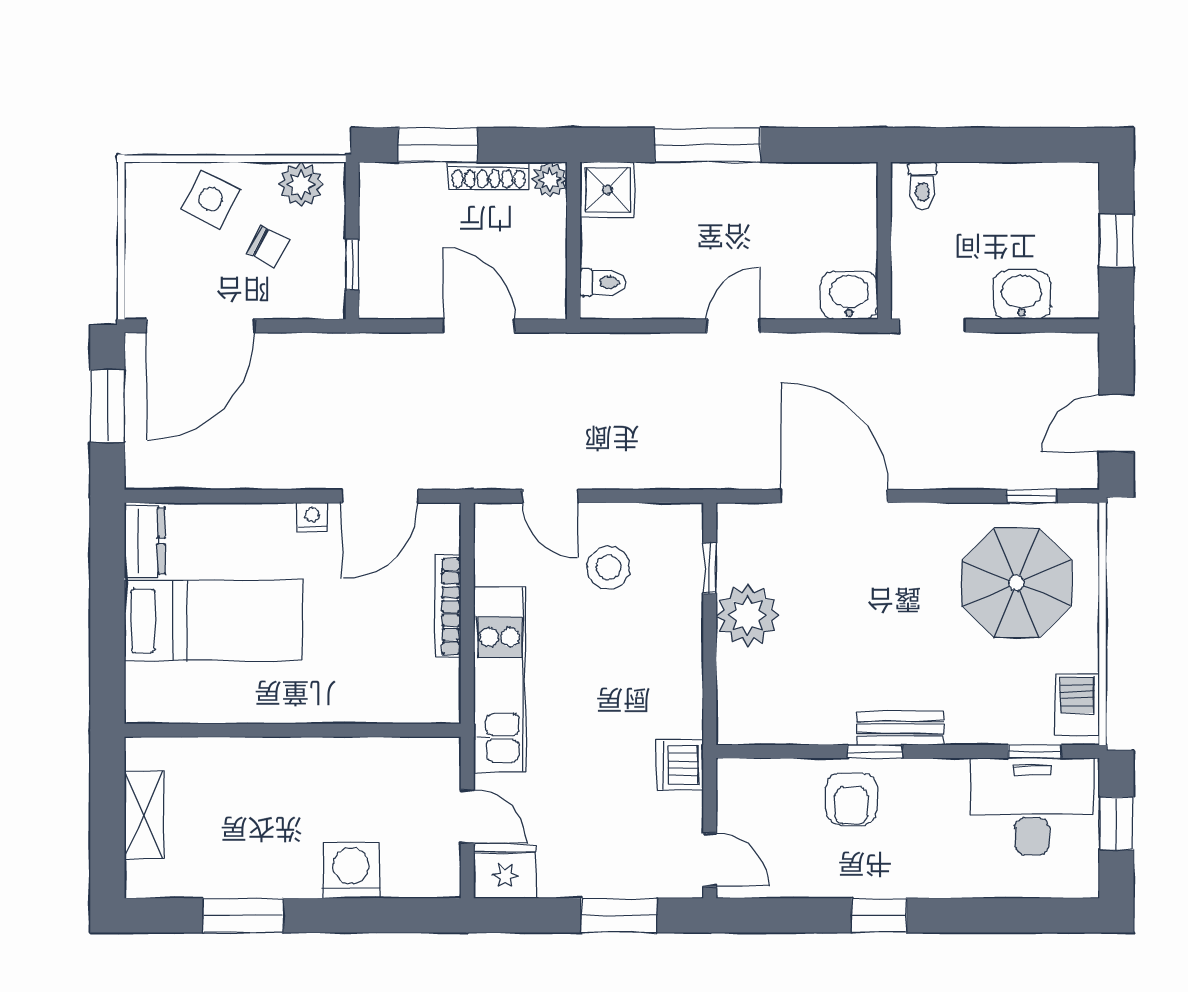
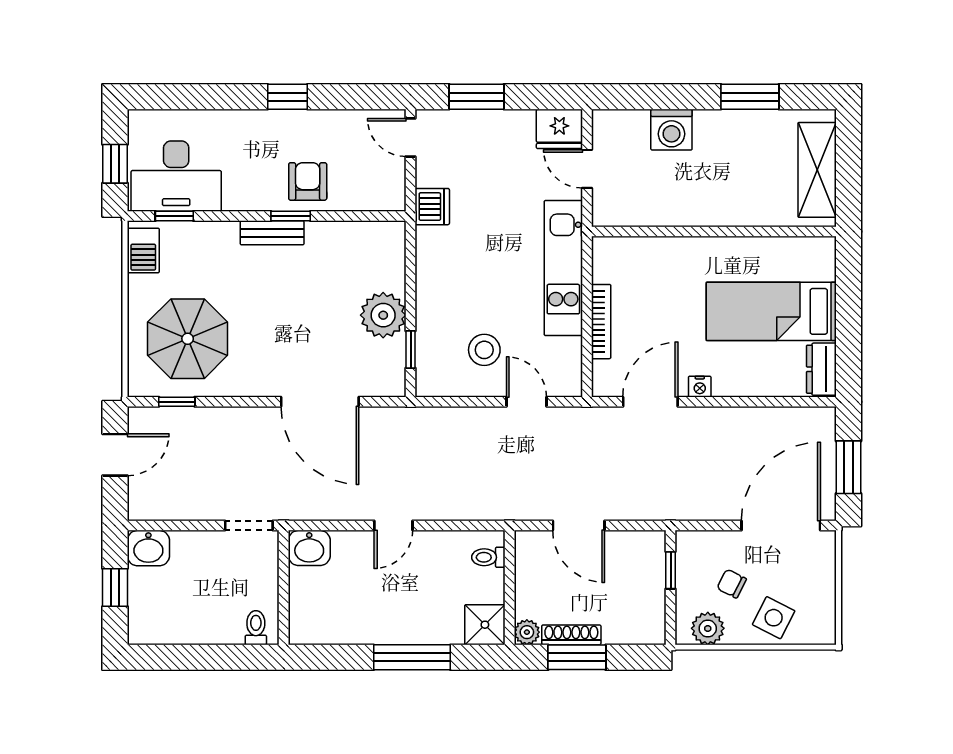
window: (438, 145) -> (577, 657), moved
washbasin: (1022, 295) -> (148, 548), moved
shelving: (144, 815) -> (817, 170), width x1.50, depth x1.33

